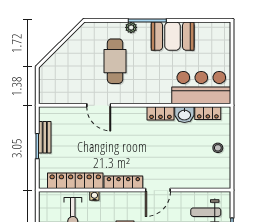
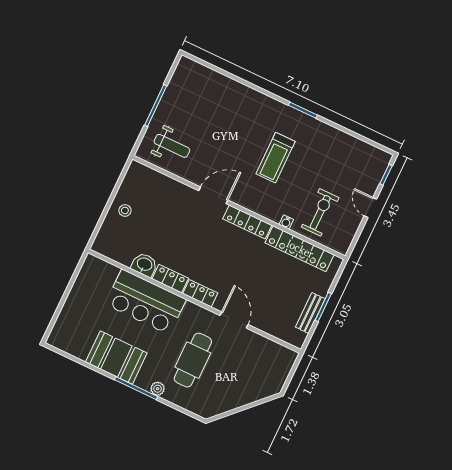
bar counter: (201, 88) -> (146, 302), moved
locker: (208, 113) -> (200, 293), moved

